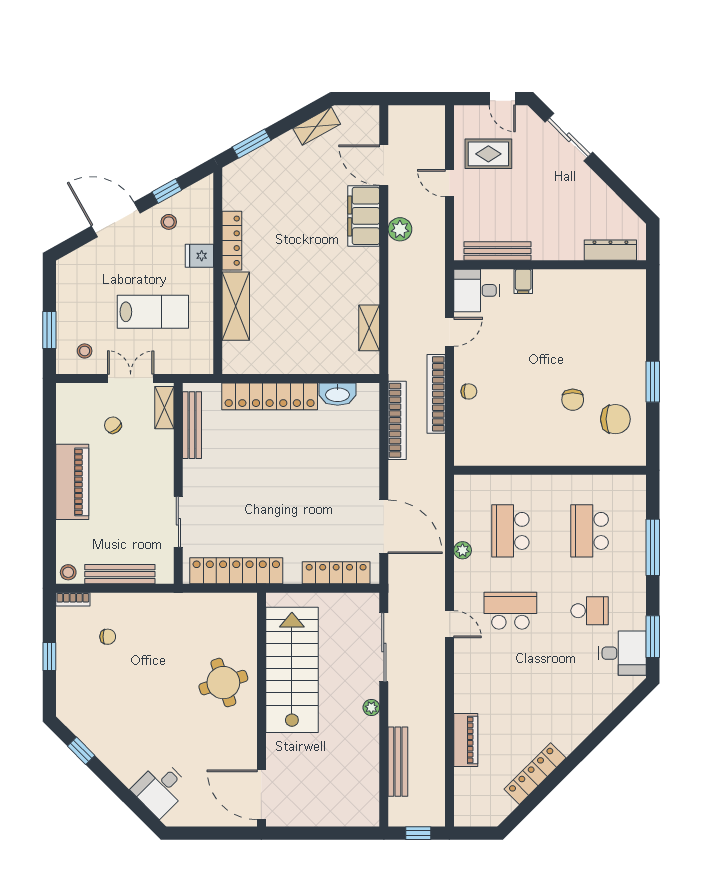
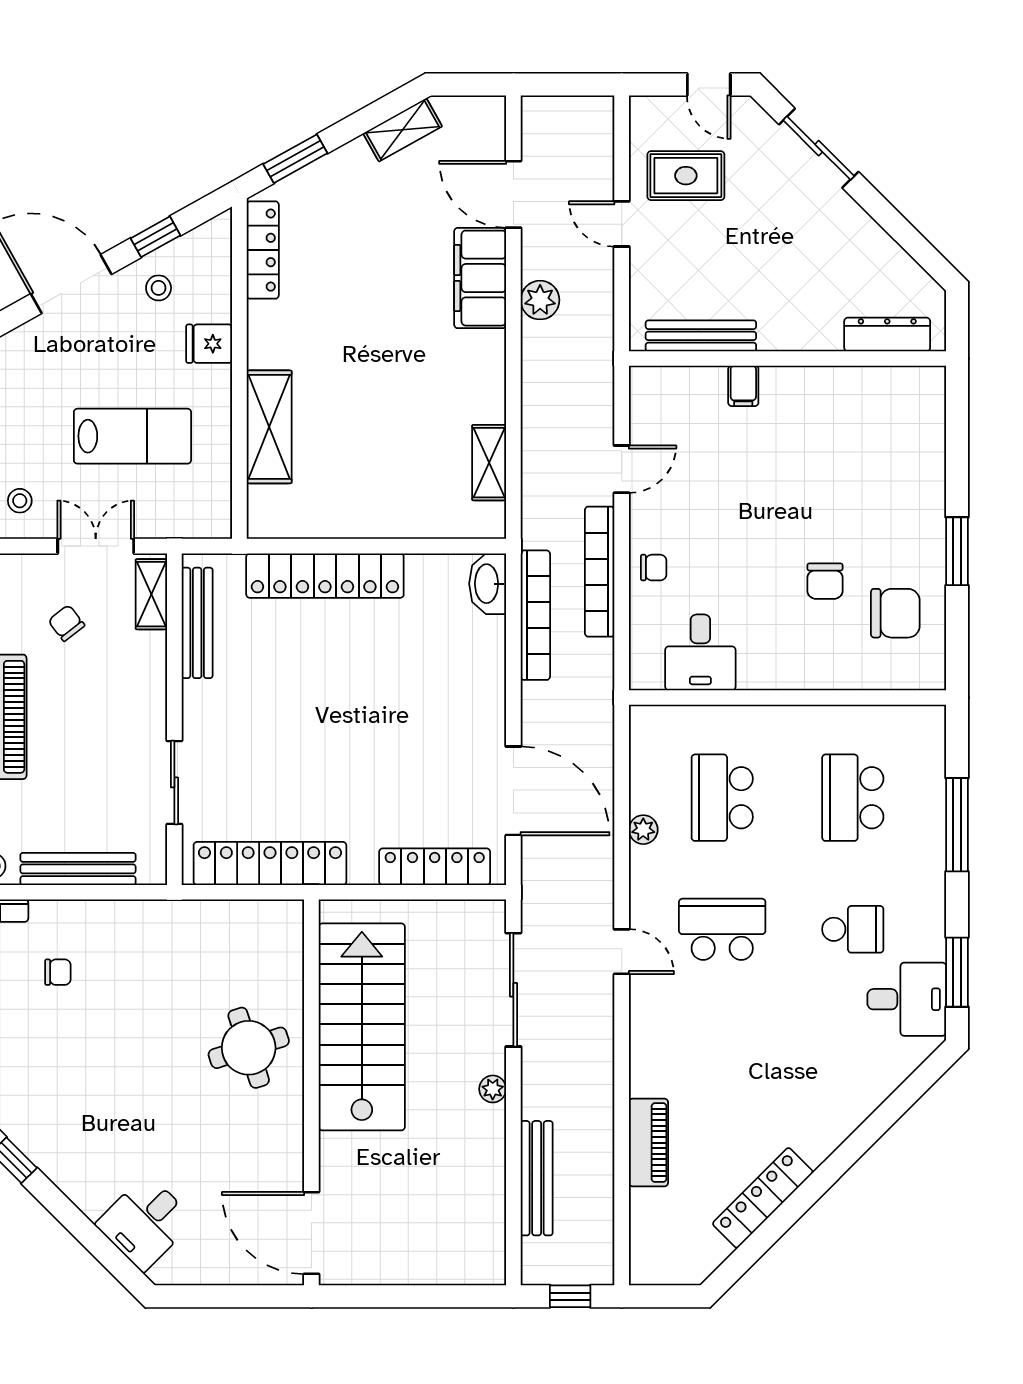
locker: (232, 241) -> (263, 250), moved
desk: (477, 290) -> (700, 652), moved, turned -90
washbasin: (338, 394) -> (488, 584), moved, turned 90

